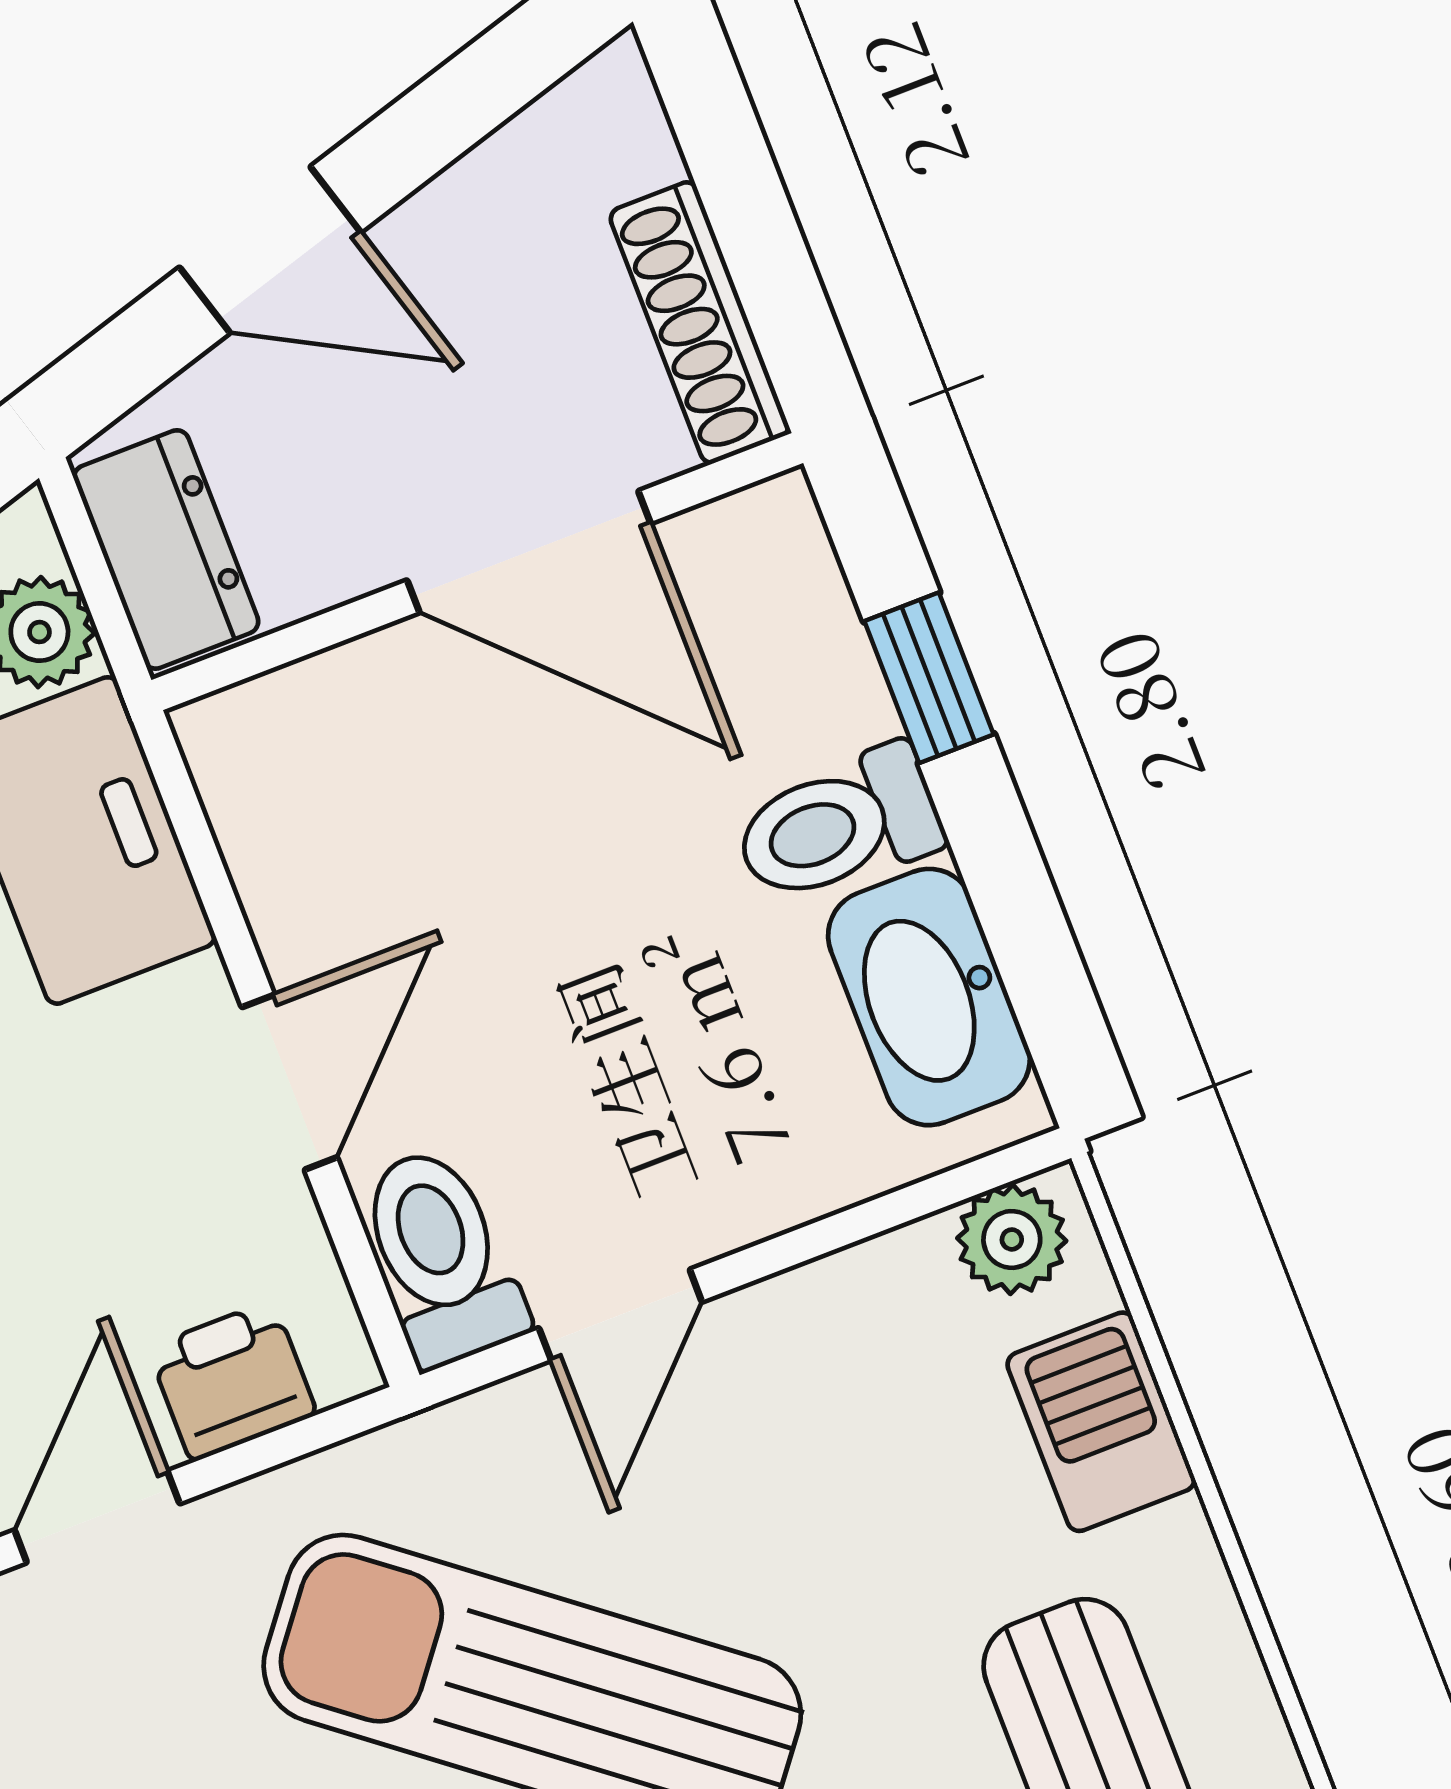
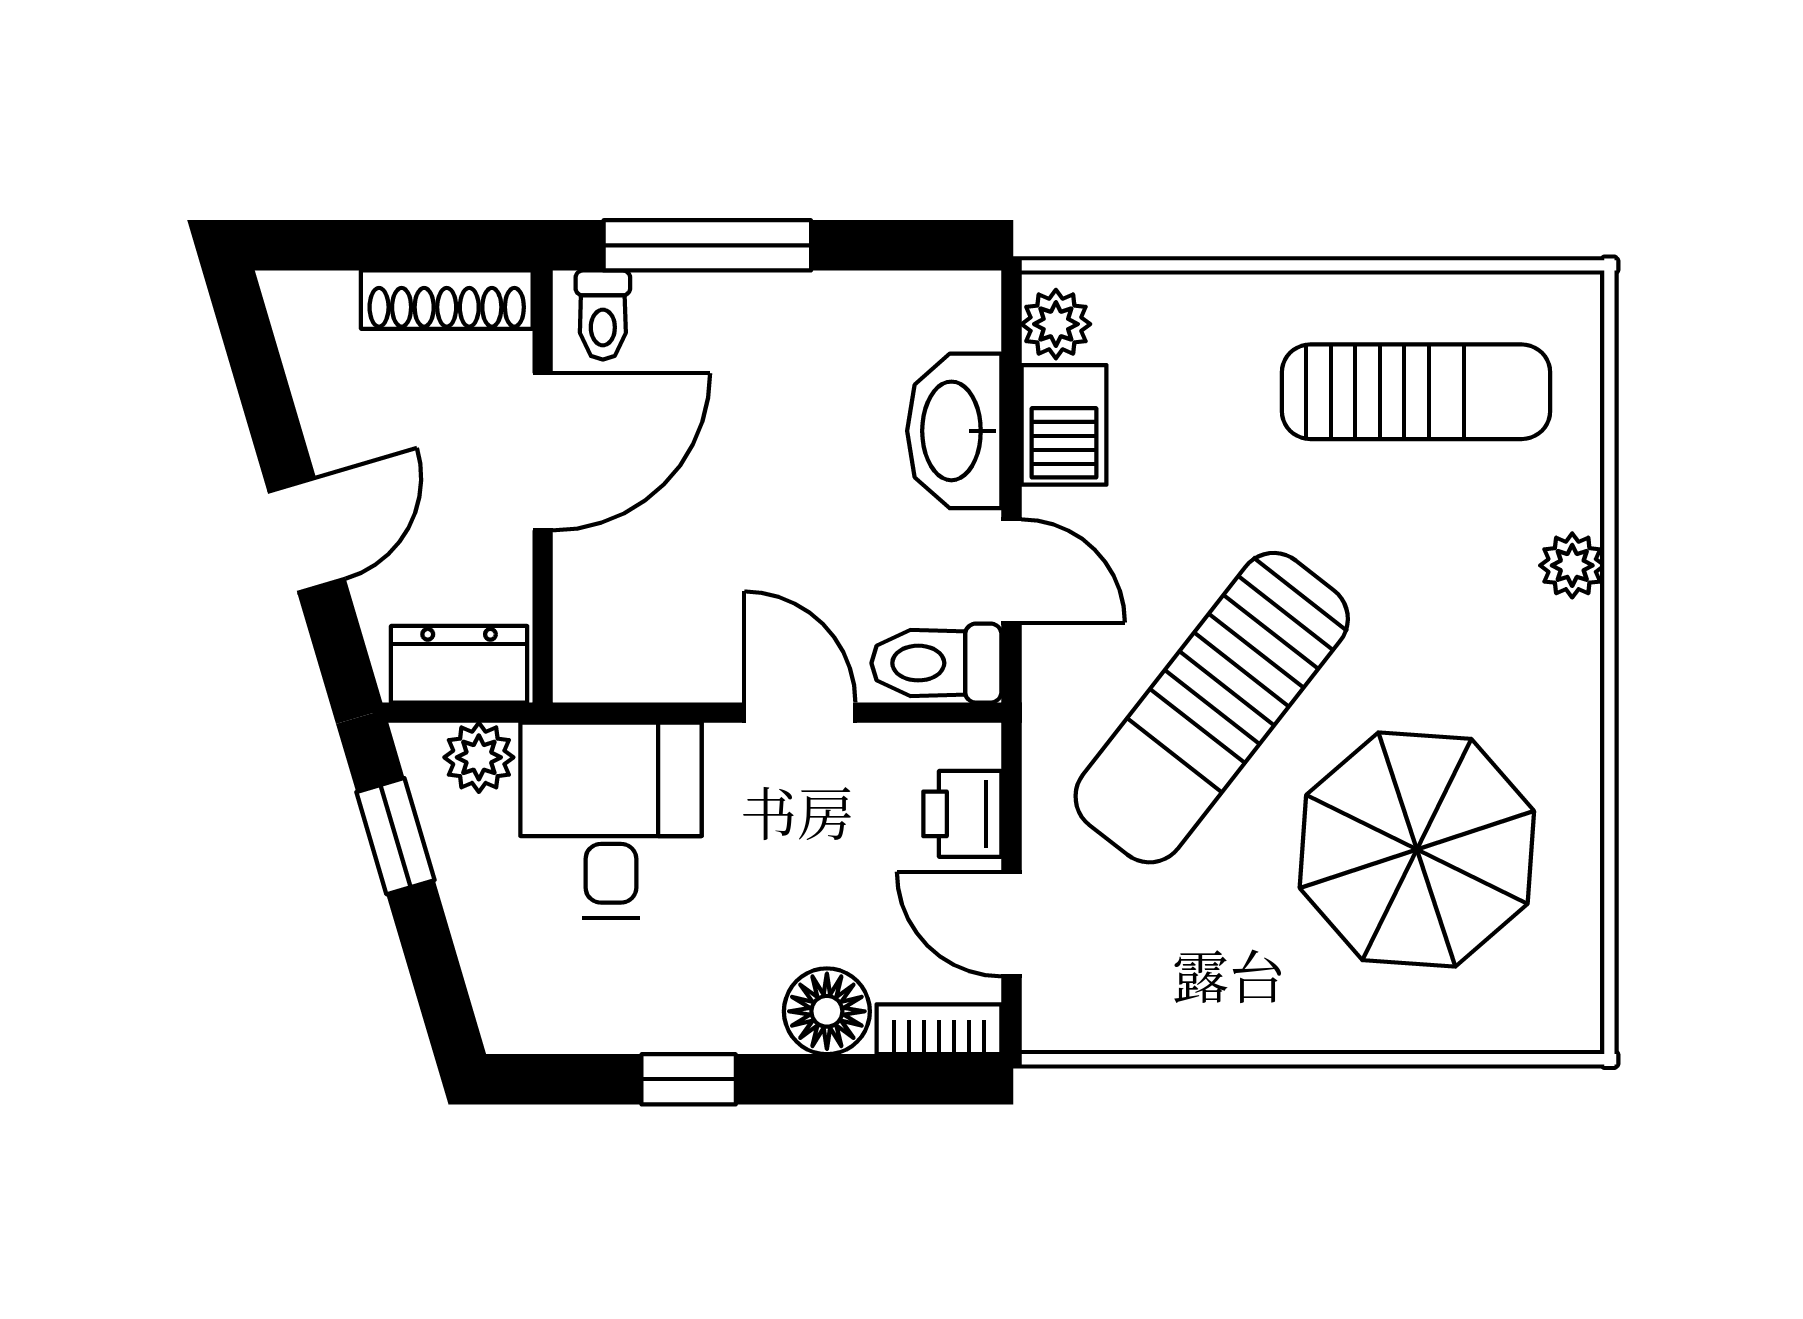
window: (929, 678) -> (707, 245), width x2.17
toilet: (838, 825) -> (603, 315), moved, width x0.73, depth x0.72
washbasin: (929, 997) -> (954, 431), moved, turned 90
barbecue: (1101, 1422) -> (1064, 425), moved, turned -90

